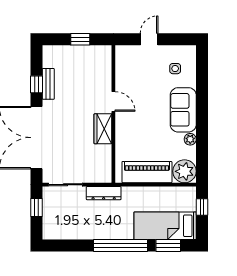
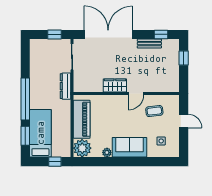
window: (80, 39) -> (184, 58), moved
coffee table: (136, 77) -> (154, 111), added
window: (36, 84) -> (161, 34), moved

